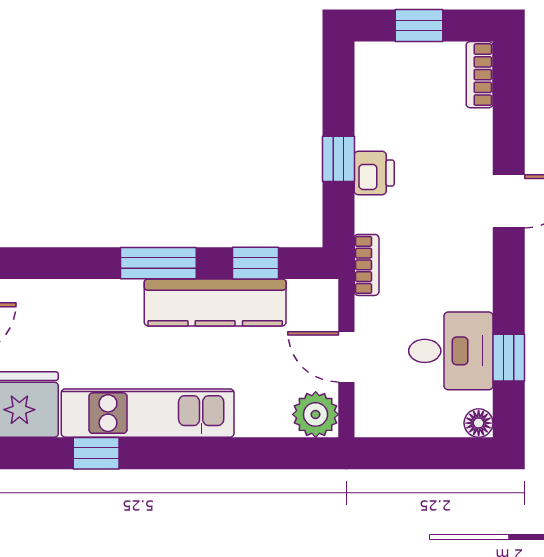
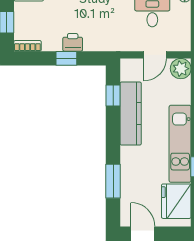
window: (158, 263) -> (113, 181), moved
bookcase: (367, 265) -> (27, 46), moved

